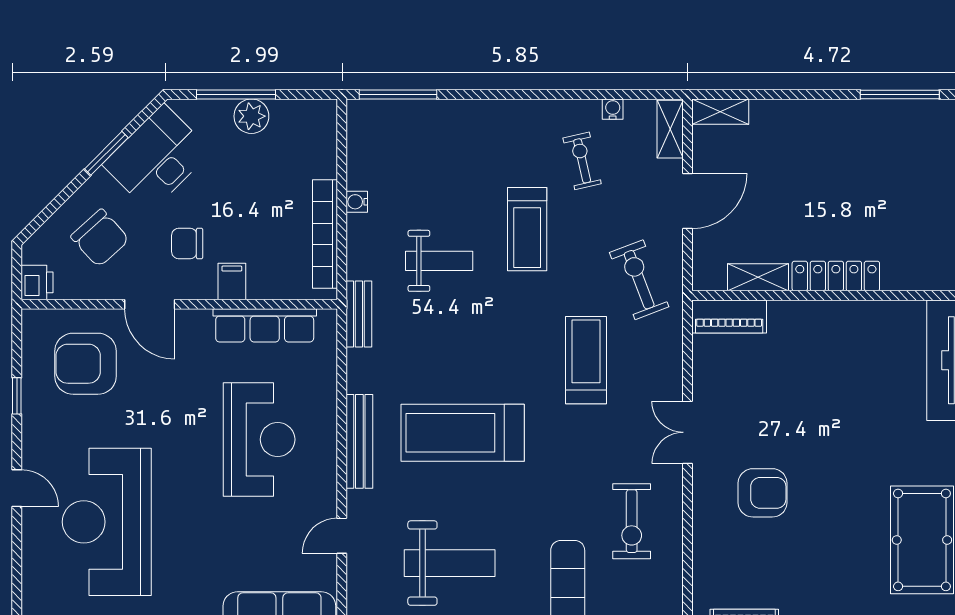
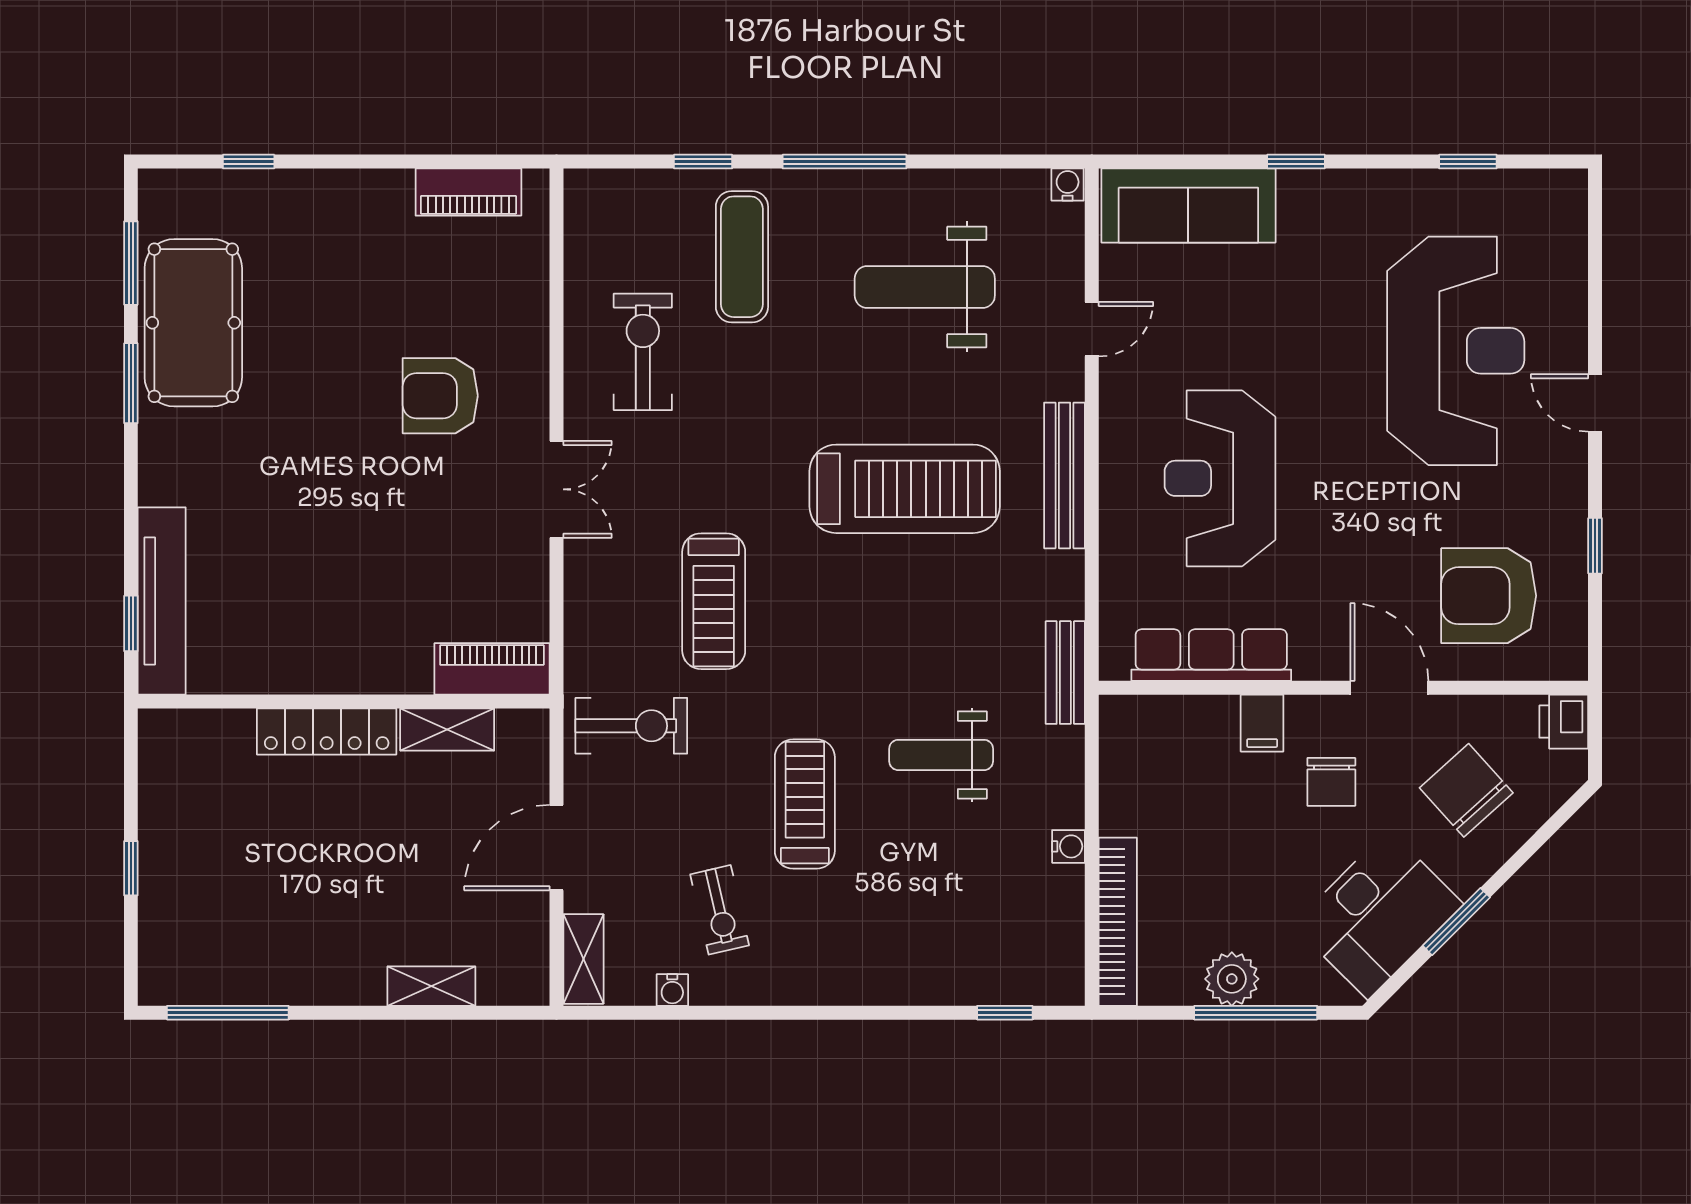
window: (398, 94) -> (1005, 1013), width x0.46
shelving: (720, 112) -> (431, 986), moved
bookcase: (325, 234) -> (1118, 922), moved
chair: (187, 243) -> (1331, 782), turned 90
exercise bike: (639, 280) -> (631, 726), turned -69
armchair: (85, 364) -> (1489, 596), turned 180

